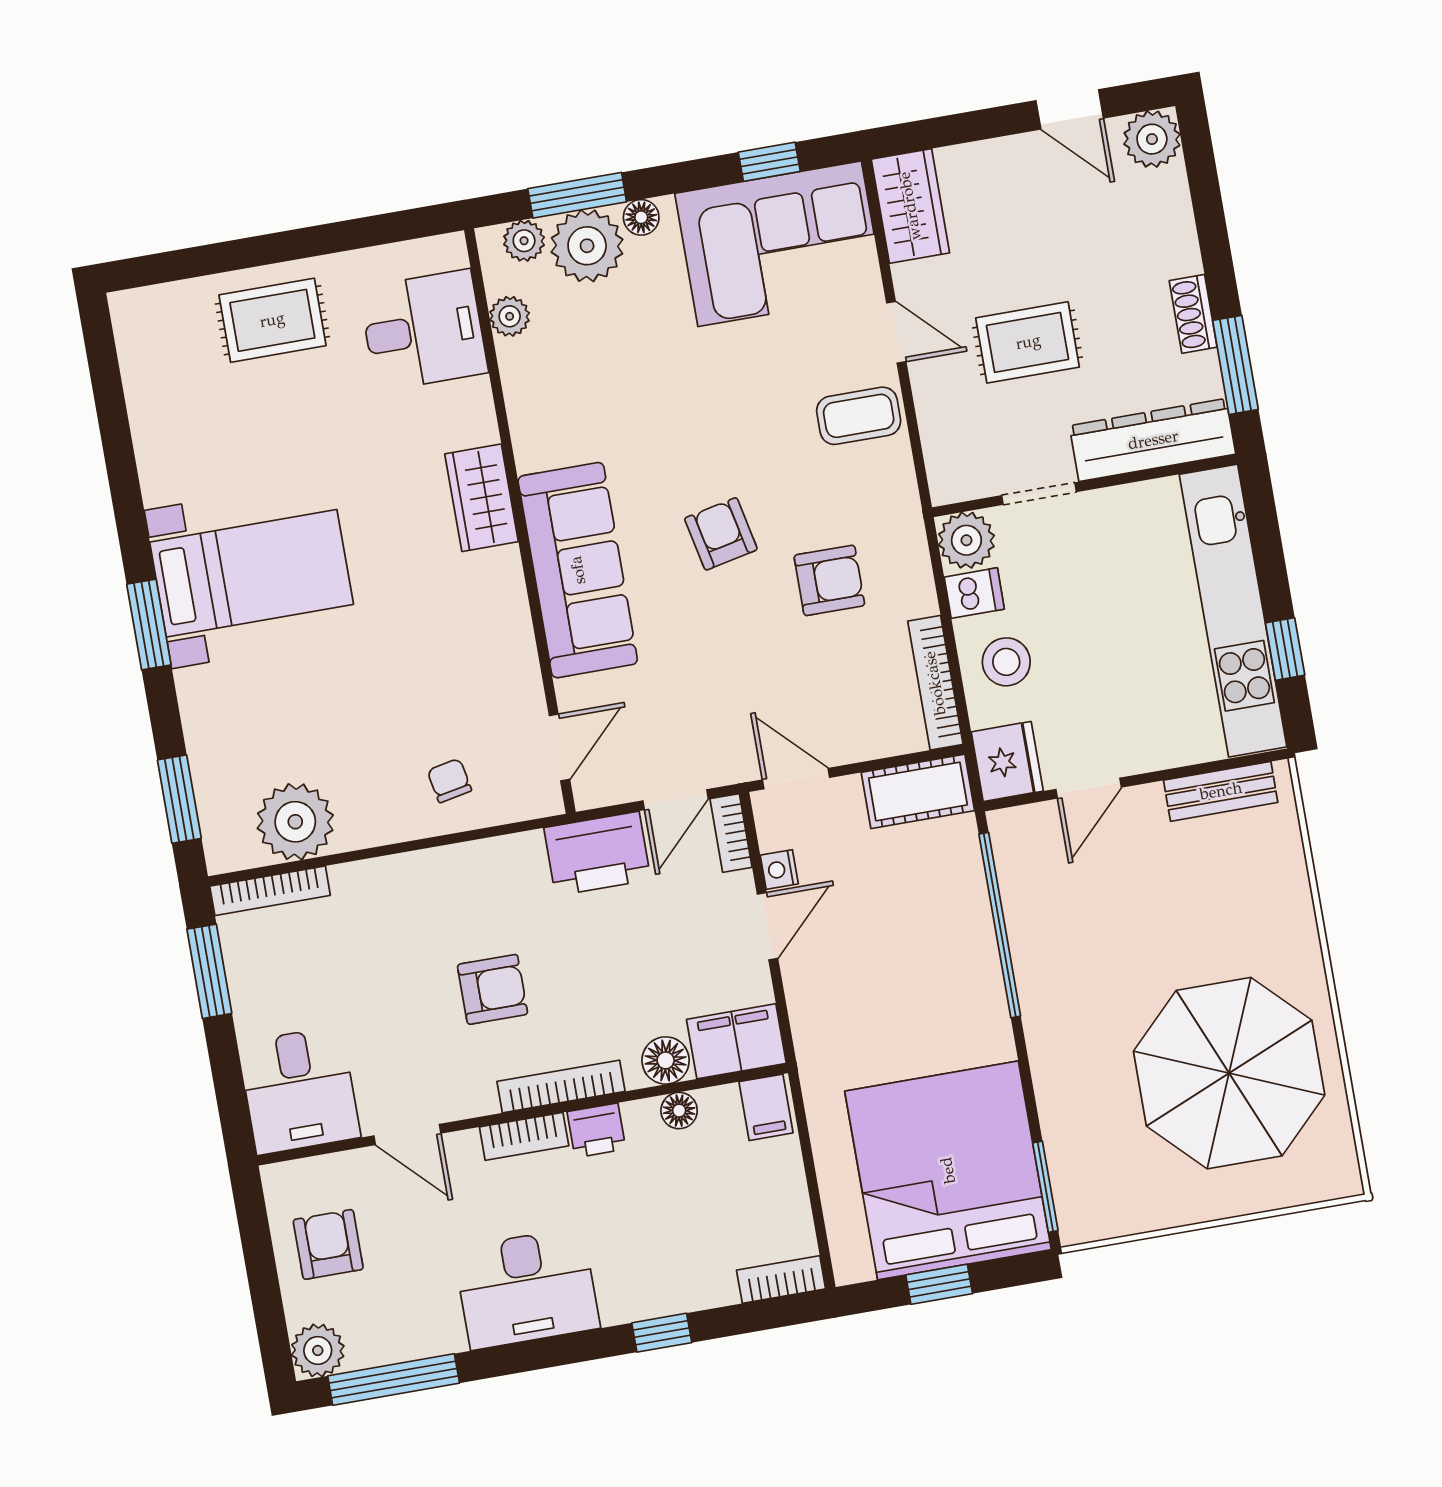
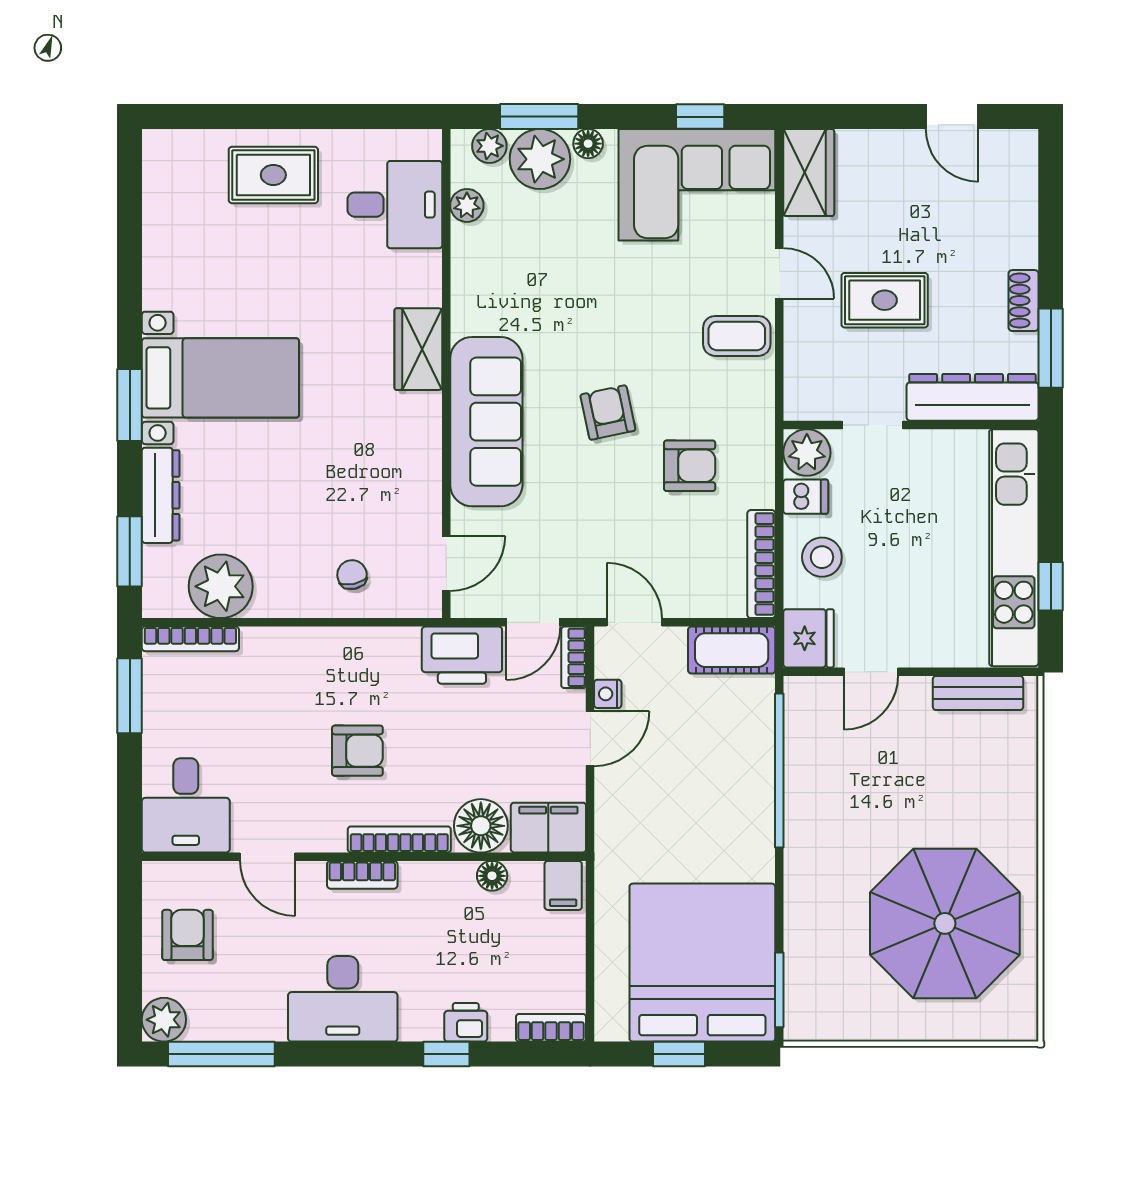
plant: (1152, 139) -> (1015, 152), removed
dresser: (205, 726) -> (161, 495), added
floor lamp: (666, 1060) -> (481, 826), width x1.38, depth x1.38
printer: (596, 1130) -> (466, 1022), moved, turned 180

